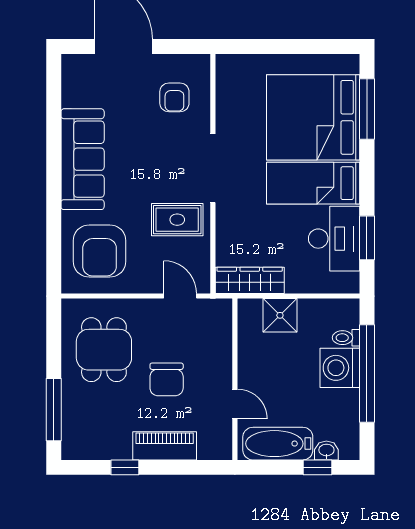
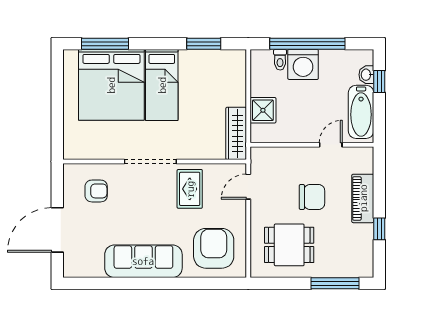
desk: (334, 239) -> (204, 69), removed
armchair: (100, 251) -> (214, 248), turned -90

